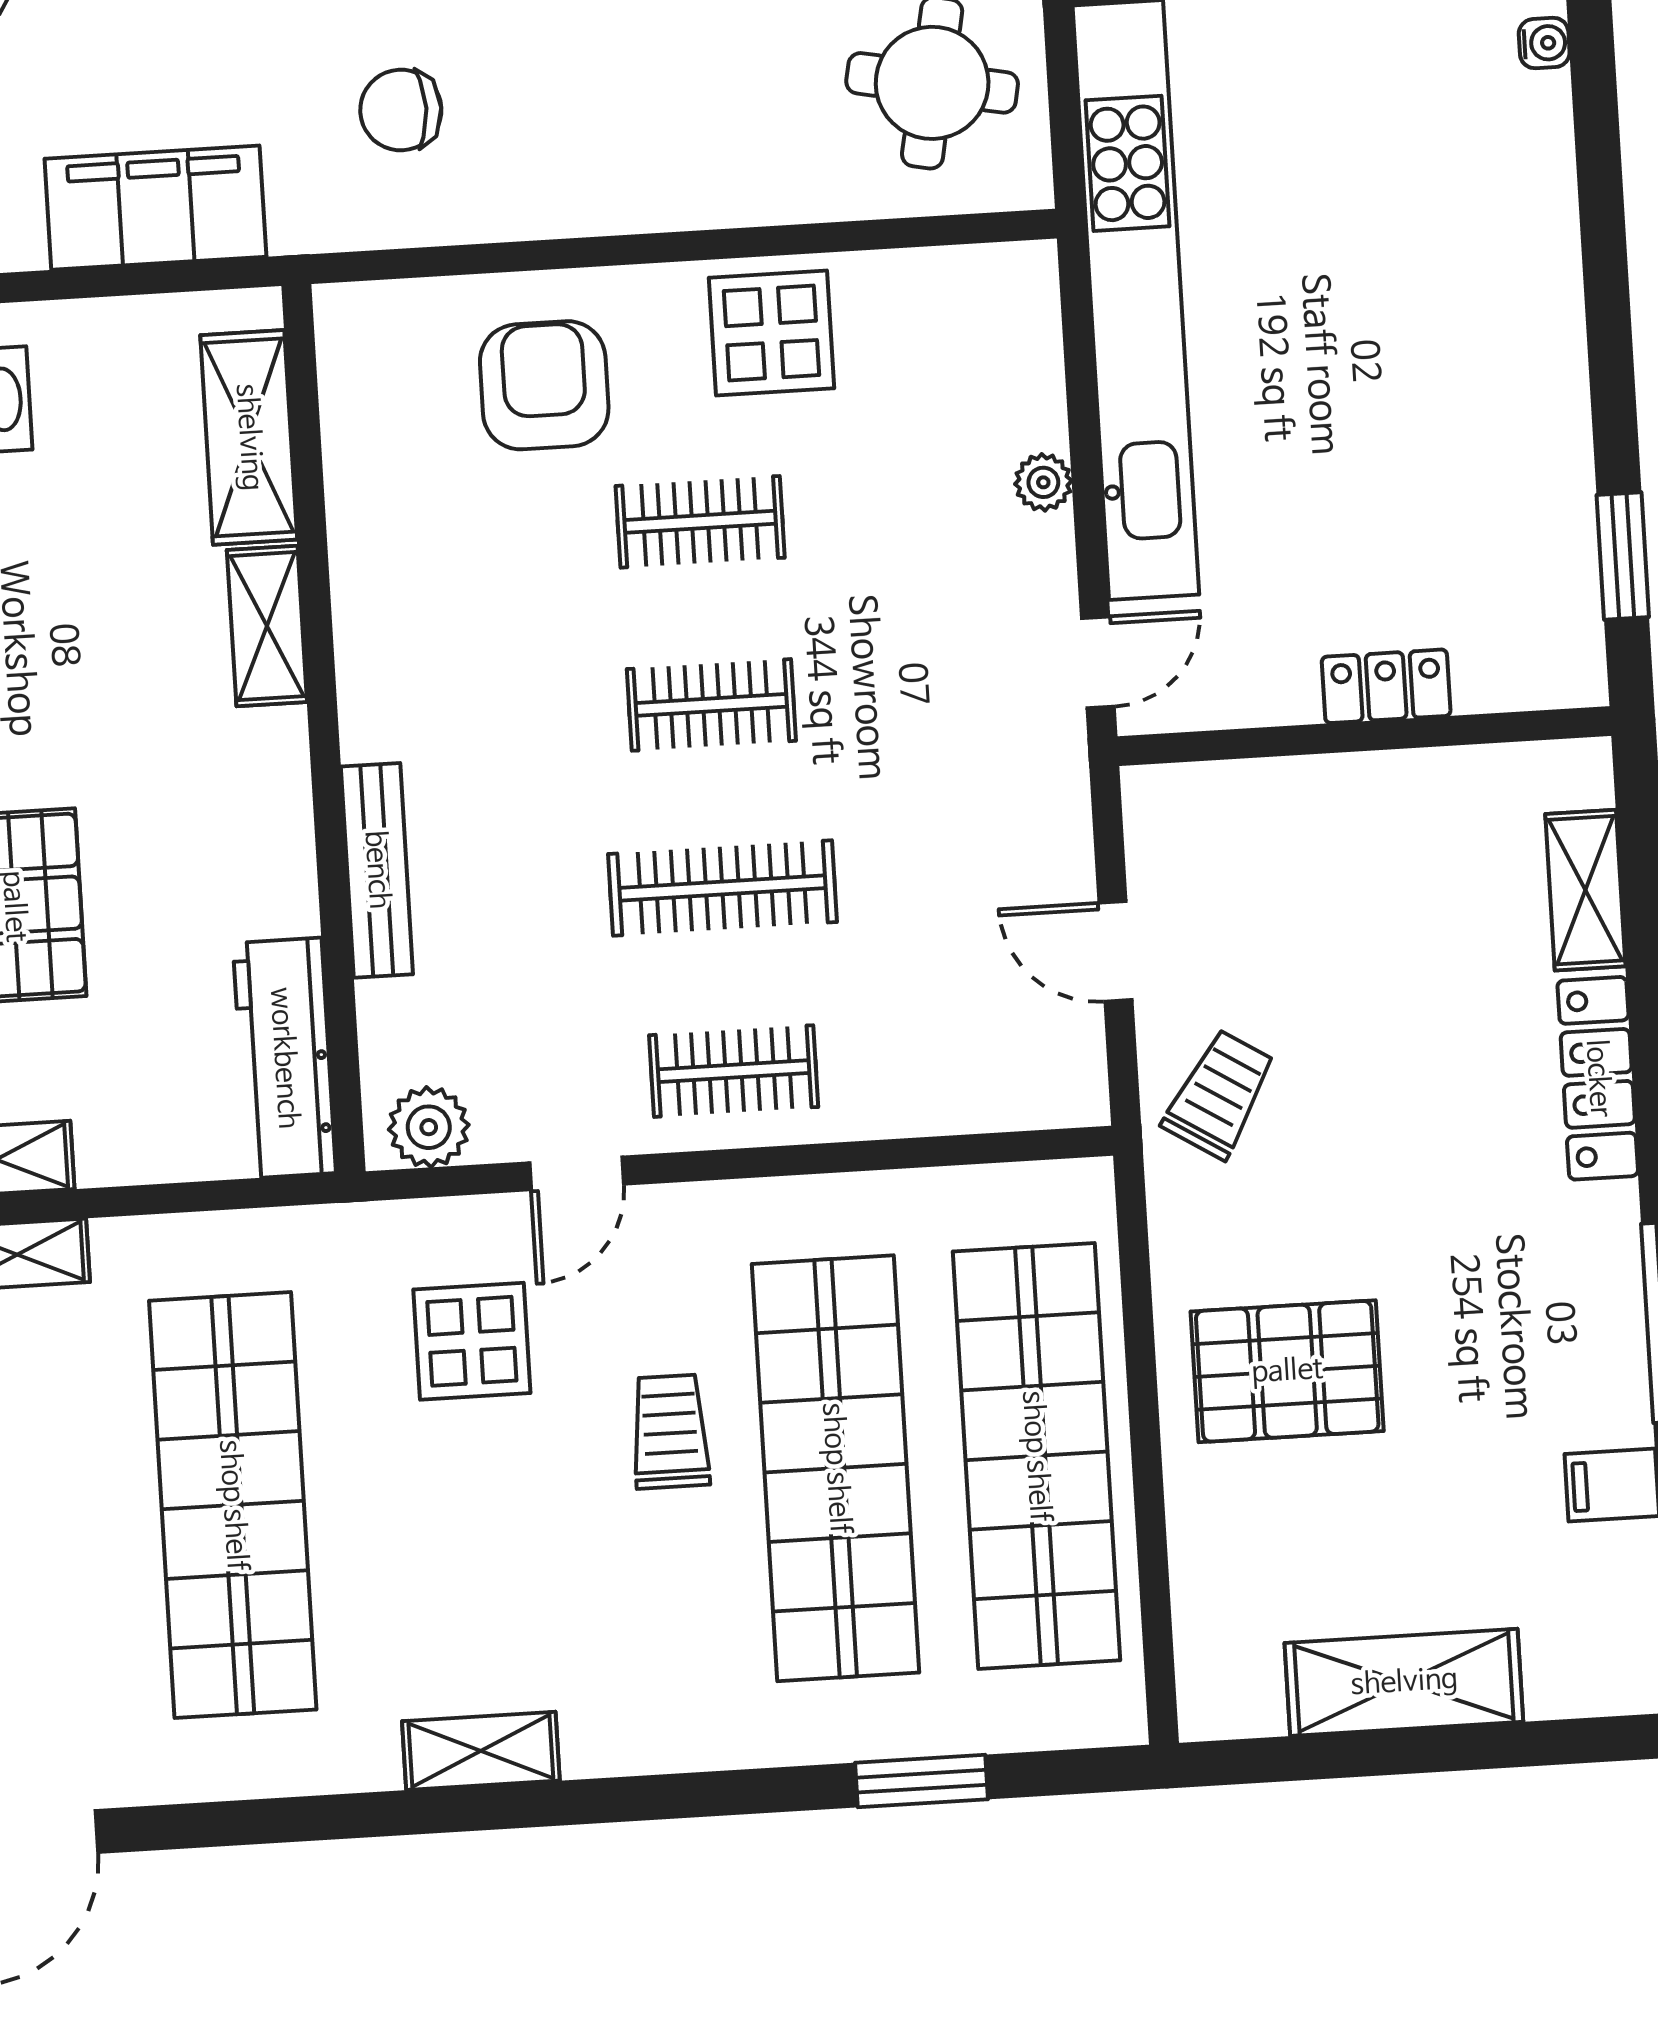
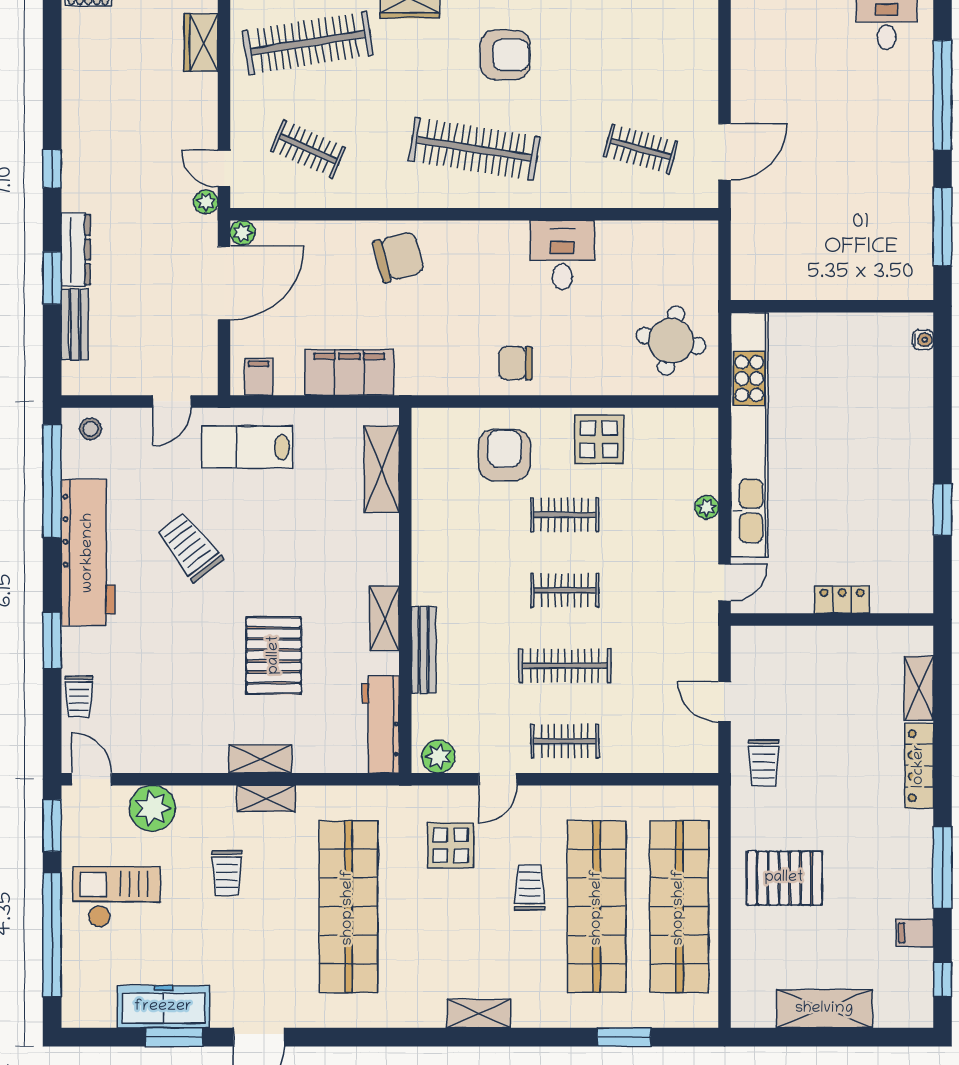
chair: (401, 110) -> (515, 363), moved
window: (1623, 556) -> (942, 509), moved
shelving: (267, 626) -> (385, 618), moved
trolley: (1219, 1094) -> (764, 763), turned 148
shelving: (481, 1751) -> (479, 1014), moved

